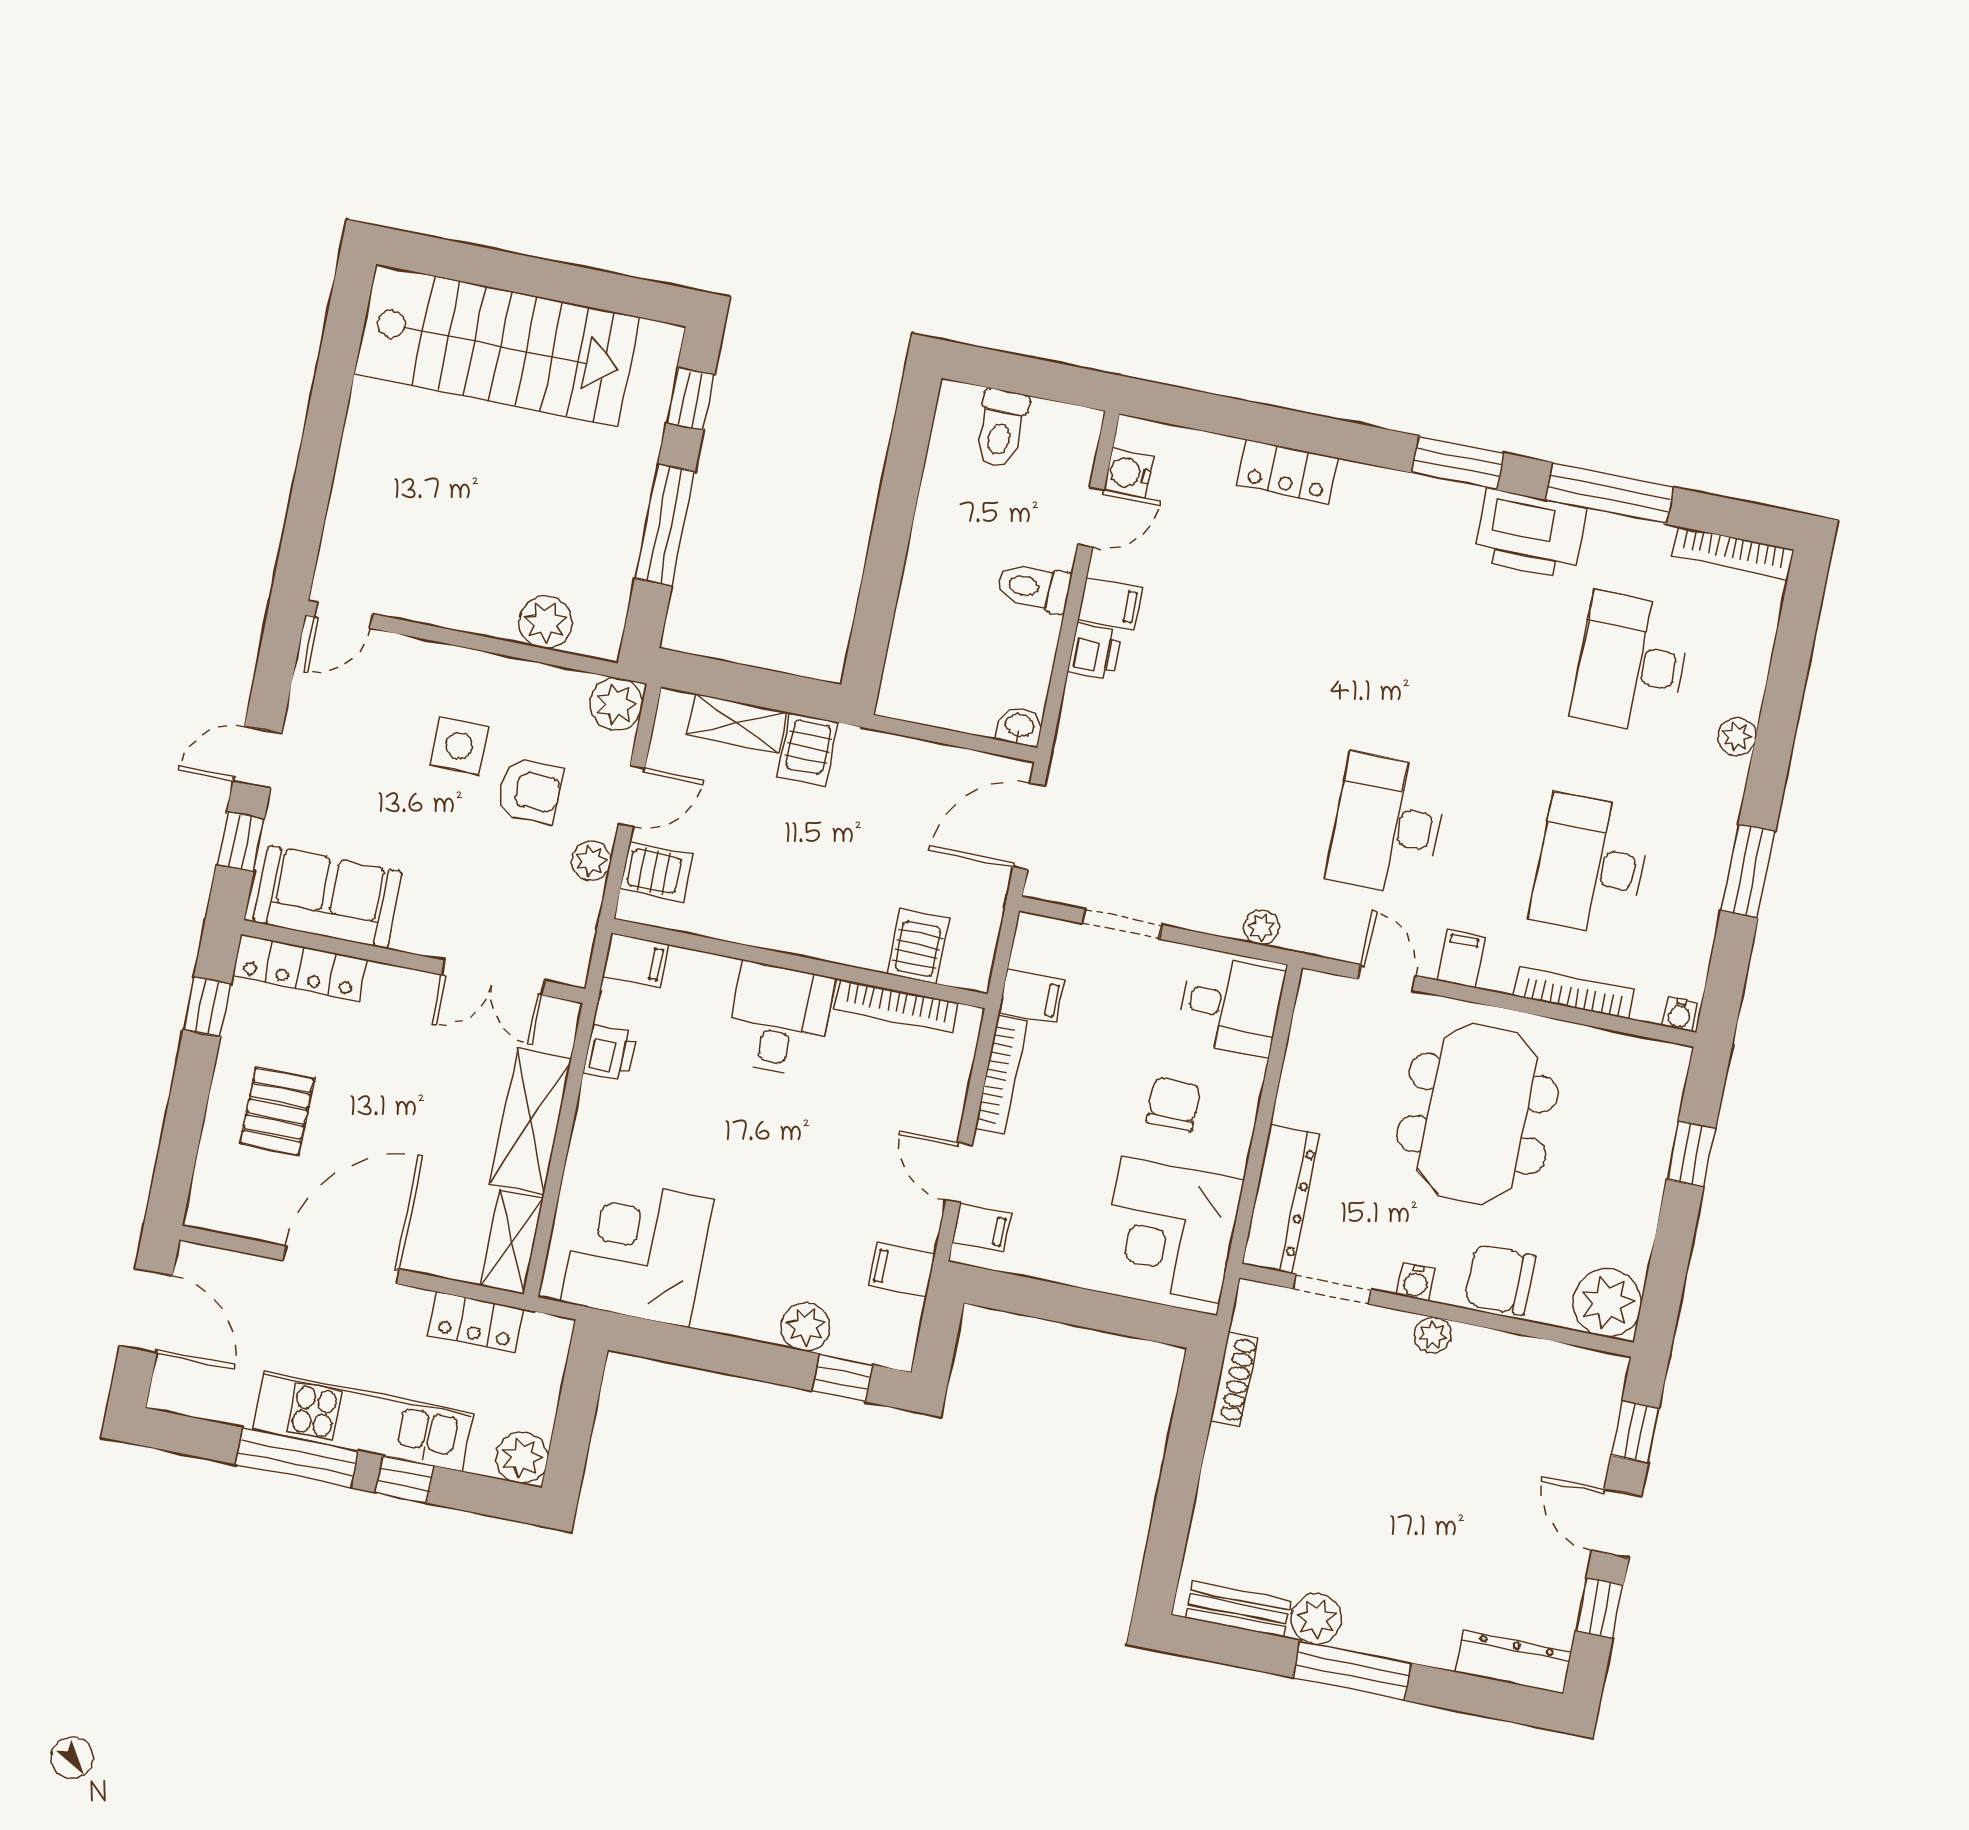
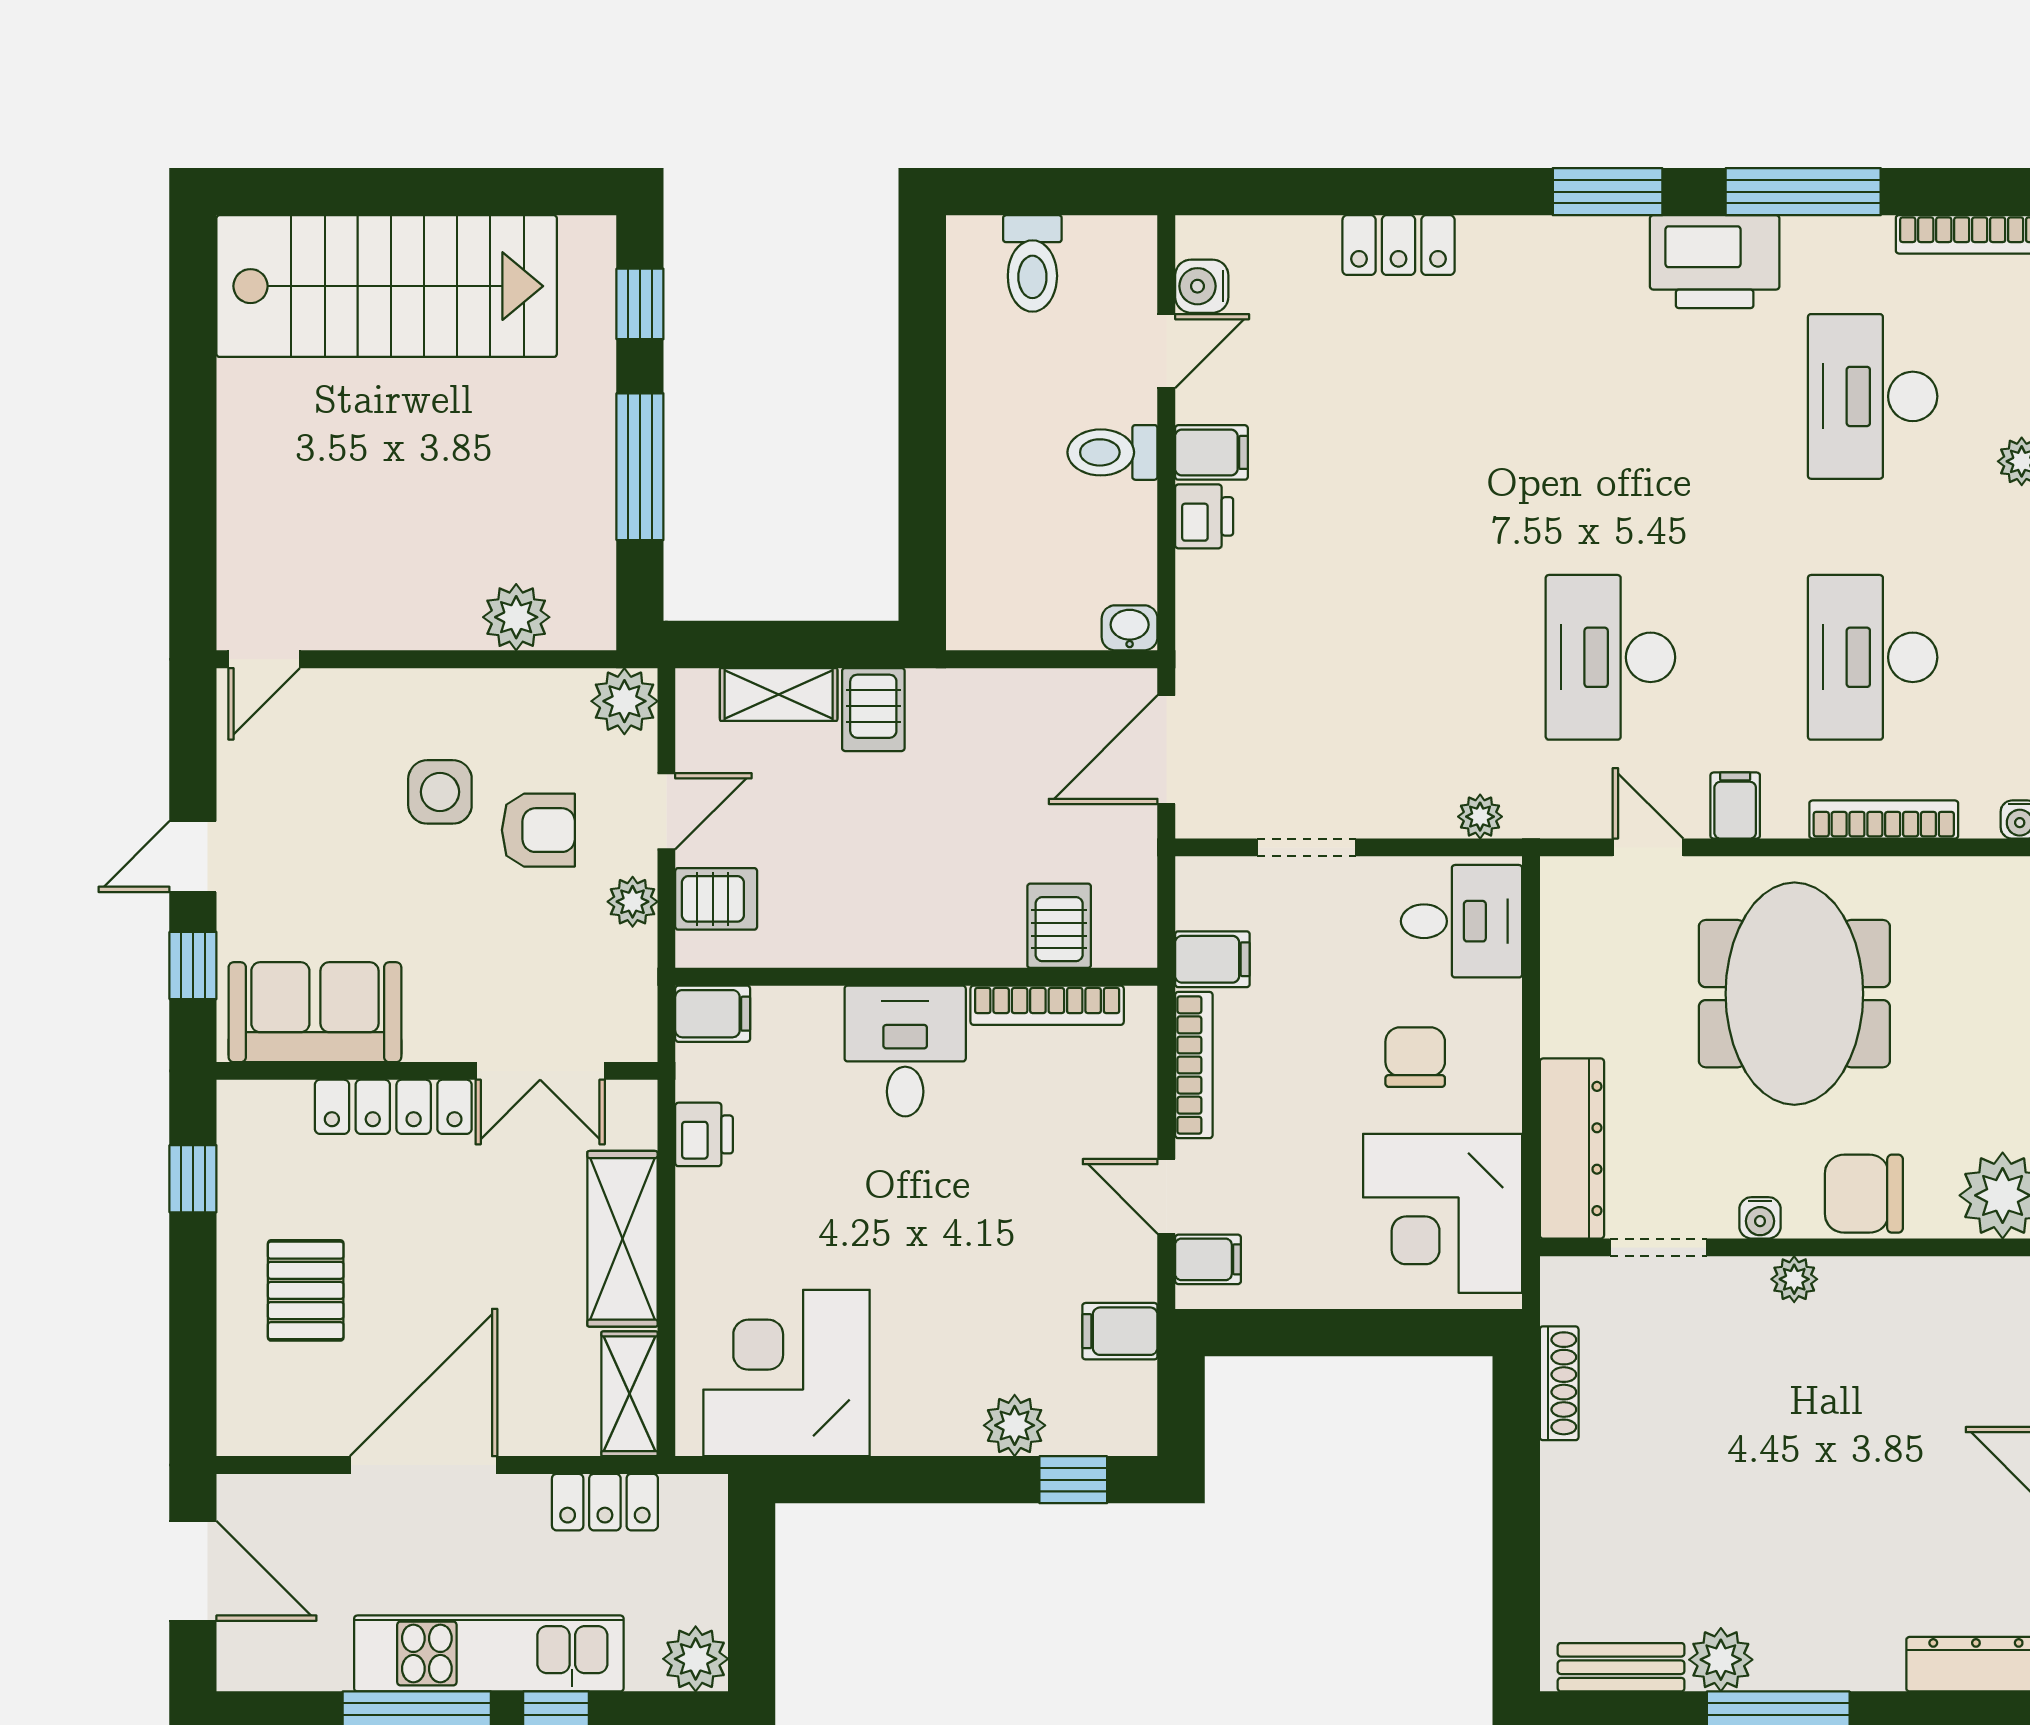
locker: (300, 968) -> (393, 1107), moved

